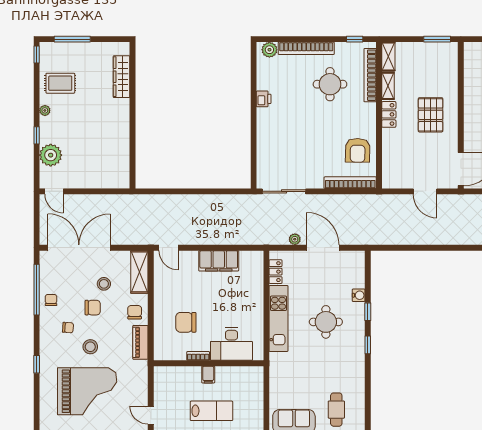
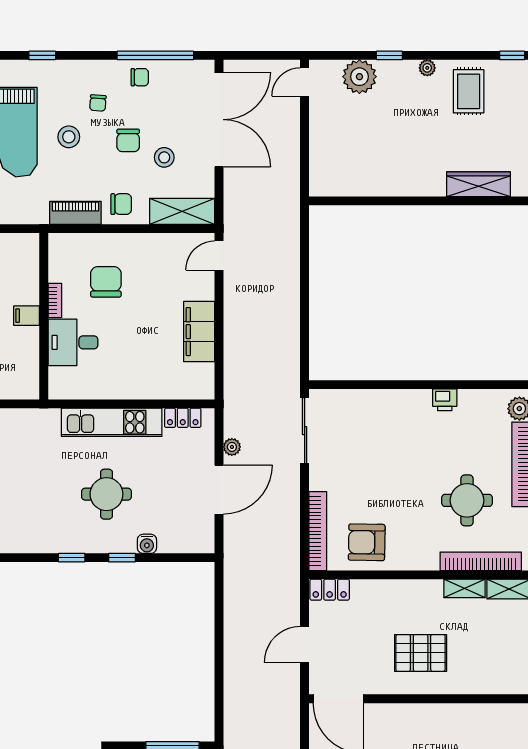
locker: (389, 114) -> (330, 590), moved
desk: (231, 344) -> (73, 342), width x0.73

